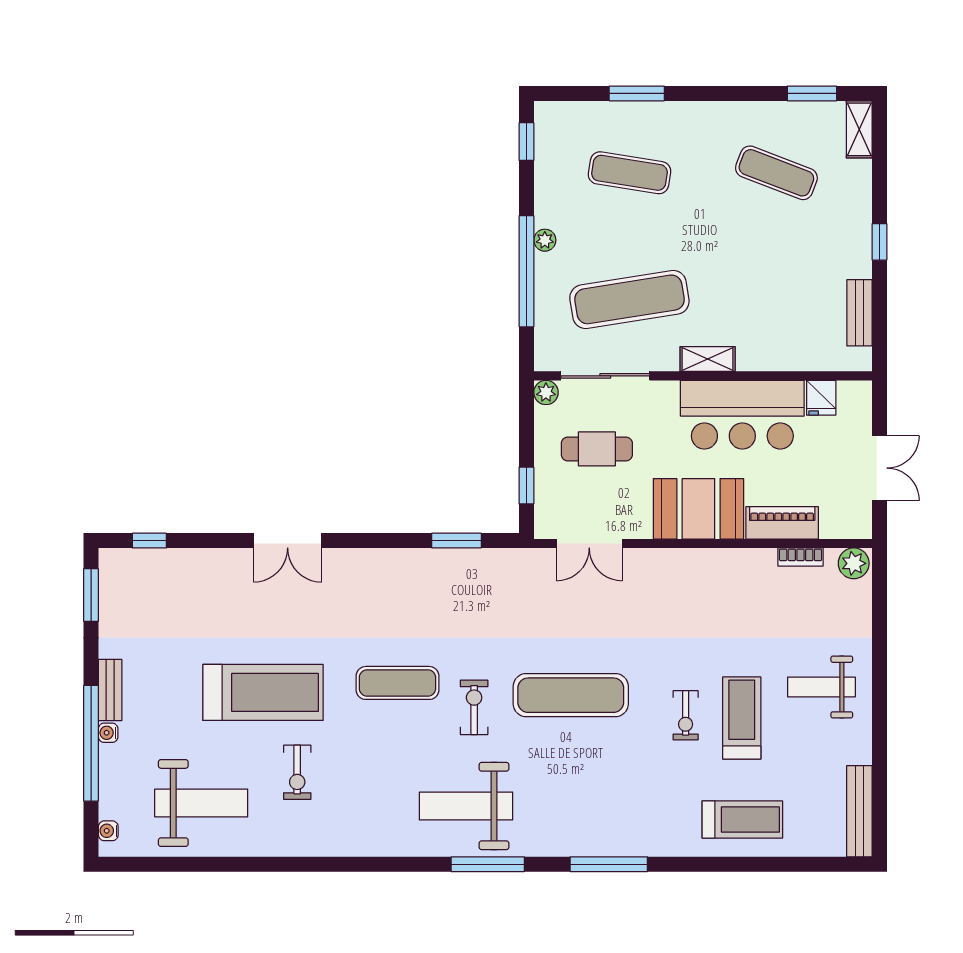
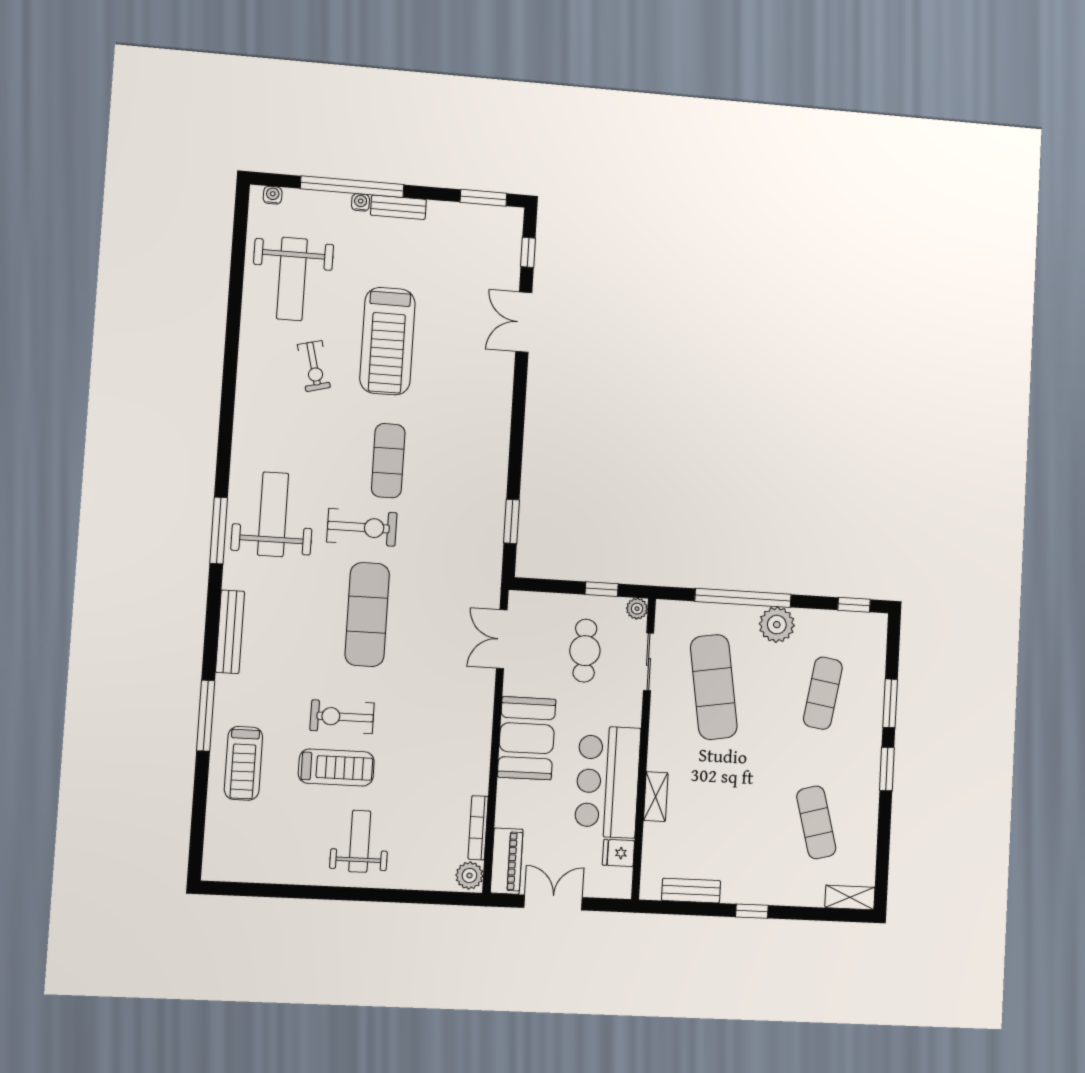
window: (812, 93) -> (887, 769), moved
exercise mat: (776, 173) -> (816, 822), turned -36
plant: (545, 240) -> (777, 625), width x1.88, depth x1.88
shelving: (708, 359) -> (656, 797), moved
sliding door: (605, 376) -> (649, 662), width x0.73
double door: (879, 468) -> (553, 903), swing flipped
window: (526, 486) -> (602, 589), moved
piano: (782, 523) -> (507, 861), moved
double door: (288, 541) -> (524, 322), moved
bookcase: (801, 557) -> (478, 828), width x1.56
exercise bike: (474, 707) -> (362, 527), width x1.38, depth x1.39
exercise bike: (686, 715) -> (342, 717), width x1.38, depth x1.39
exercise bike: (297, 772) -> (314, 366), turned -104
bench: (859, 811) -> (230, 632), moved, turned 90
window: (609, 864) -> (206, 716), moved

